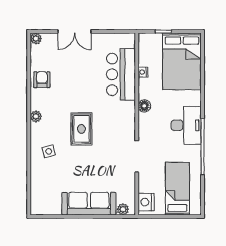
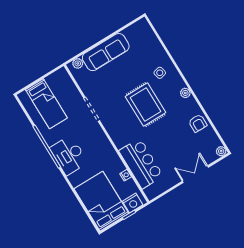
floor lamp: (144, 106) -> (109, 151), removed
rug: (81, 129) -> (146, 104), width x1.36, depth x1.43
nightstand: (146, 202) -> (133, 203), moved, turned 90

